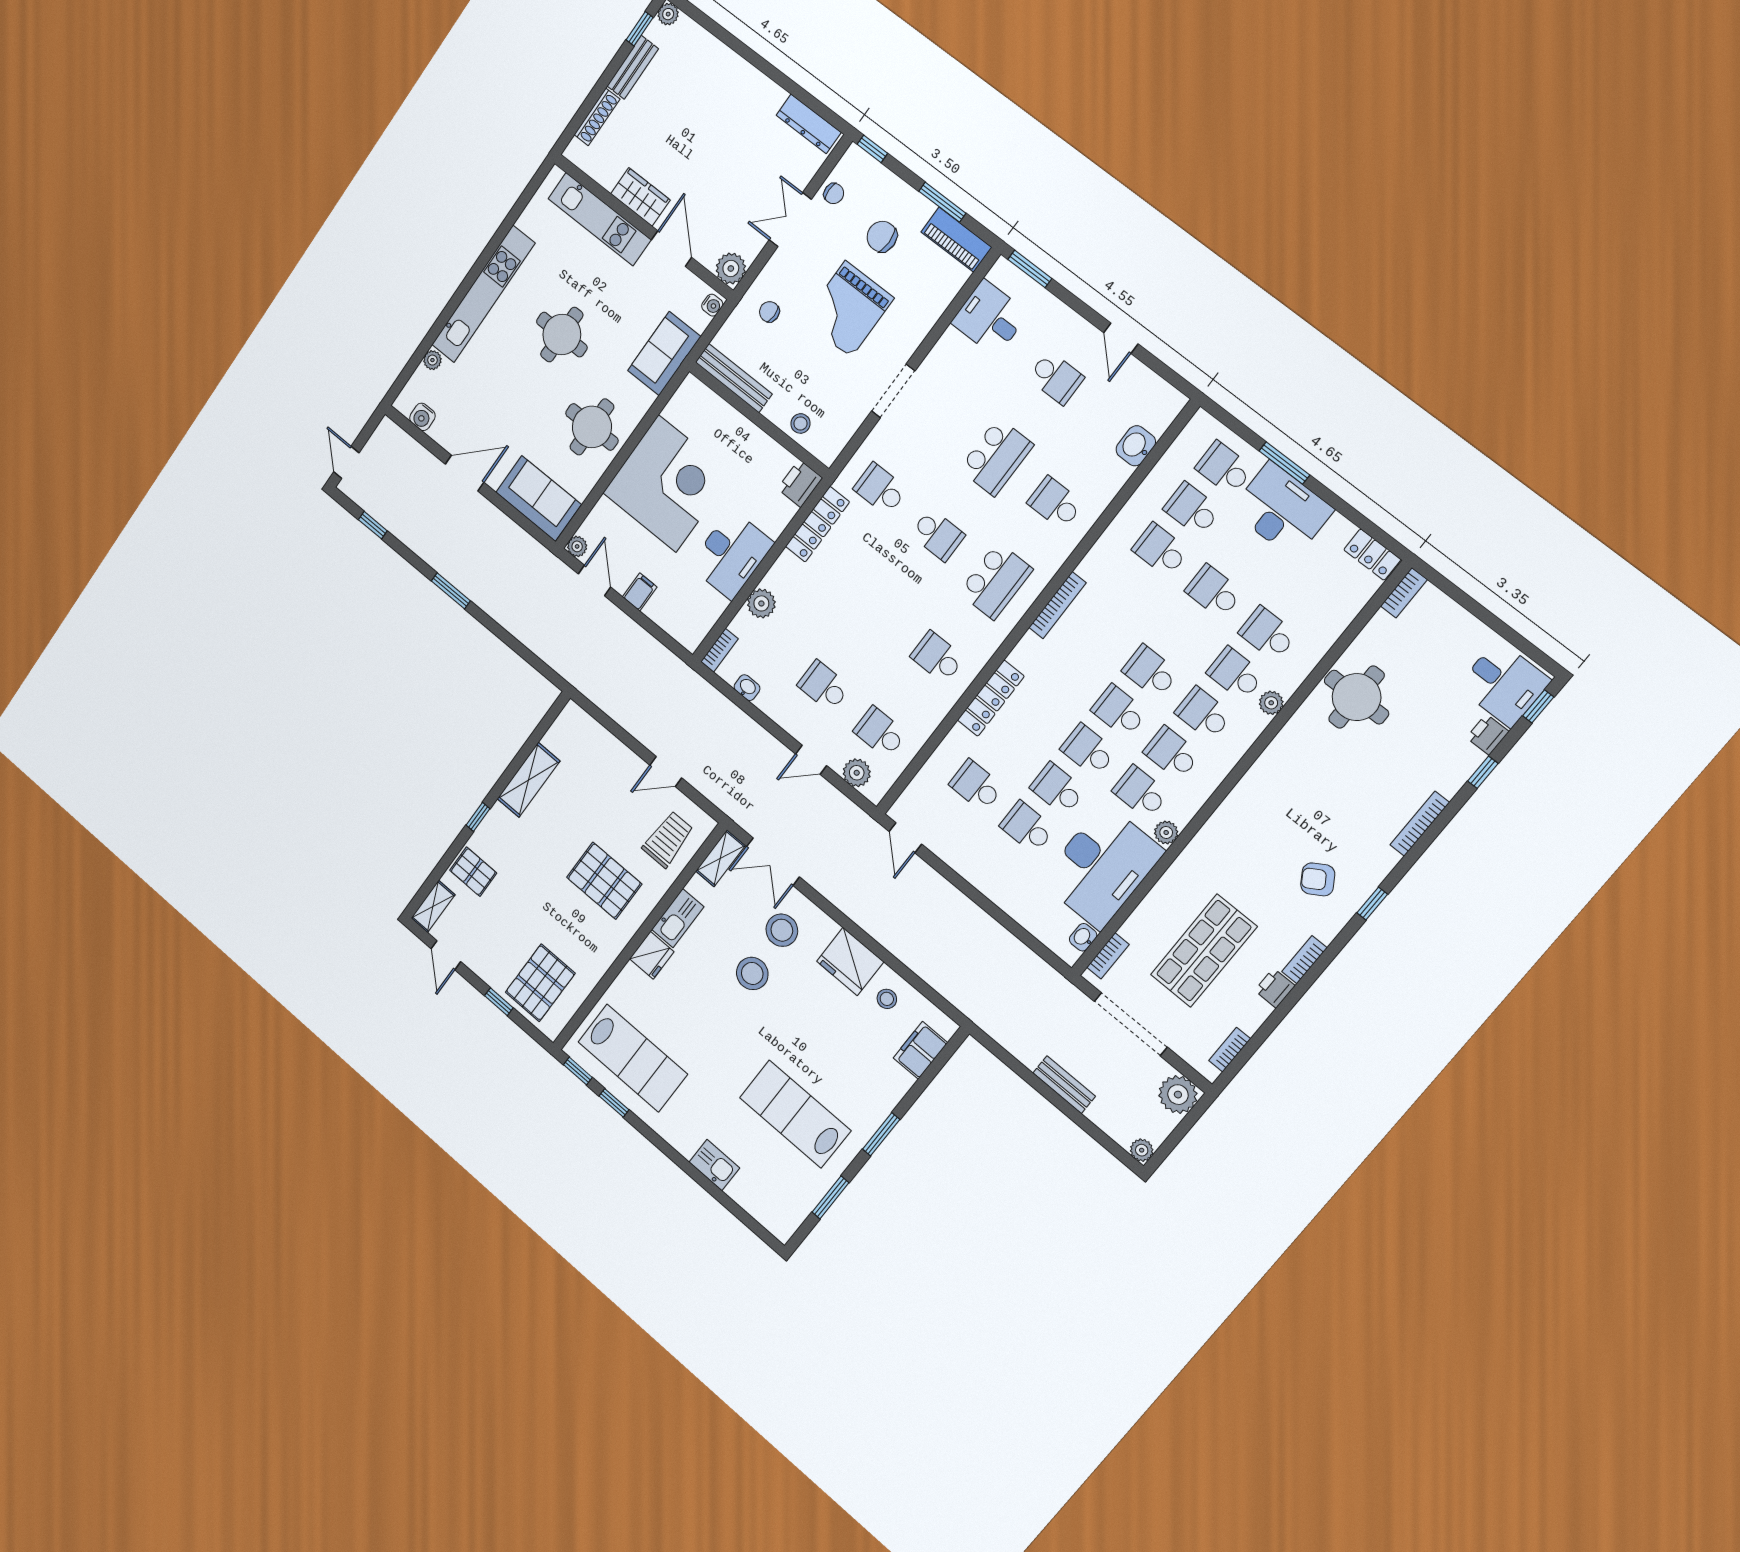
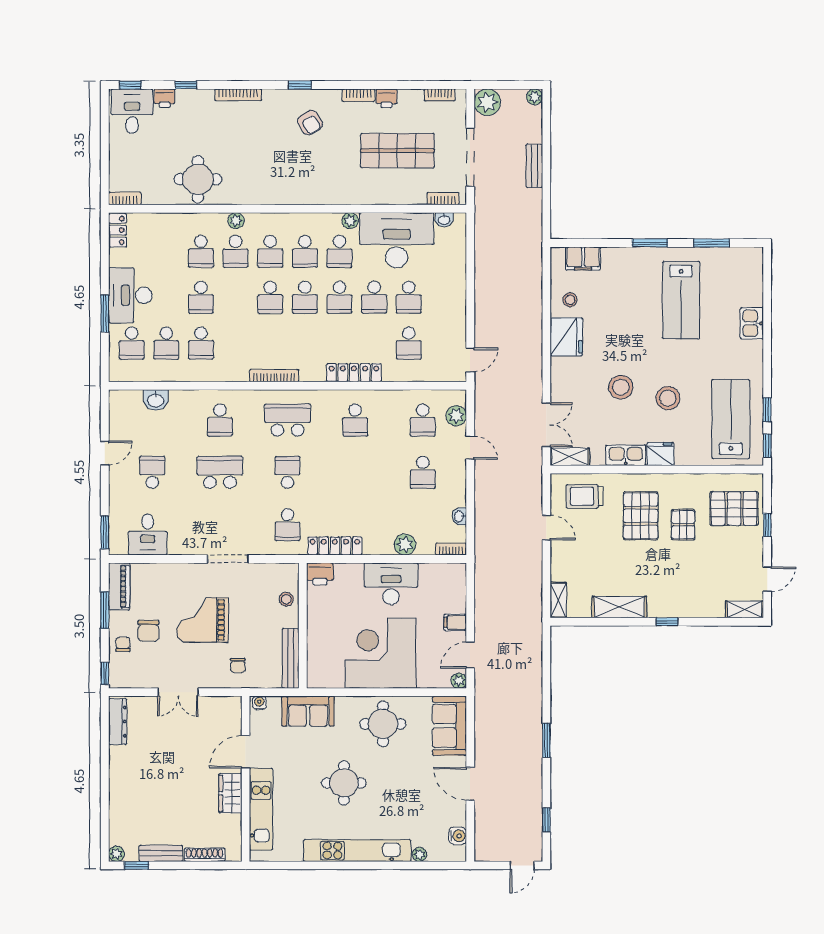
chair: (834, 194) -> (123, 644), moved
plant: (731, 269) -> (231, 707), removed
grand piano: (848, 309) -> (202, 620), turned 180
shelving: (582, 722) -> (558, 600), added
pallet: (473, 872) -> (683, 525), moved
stool: (782, 930) -> (668, 398), moved

